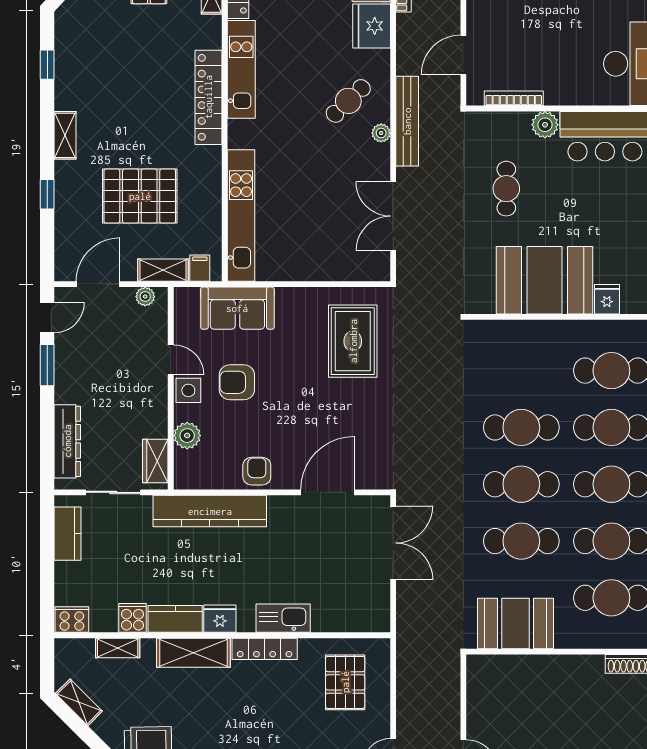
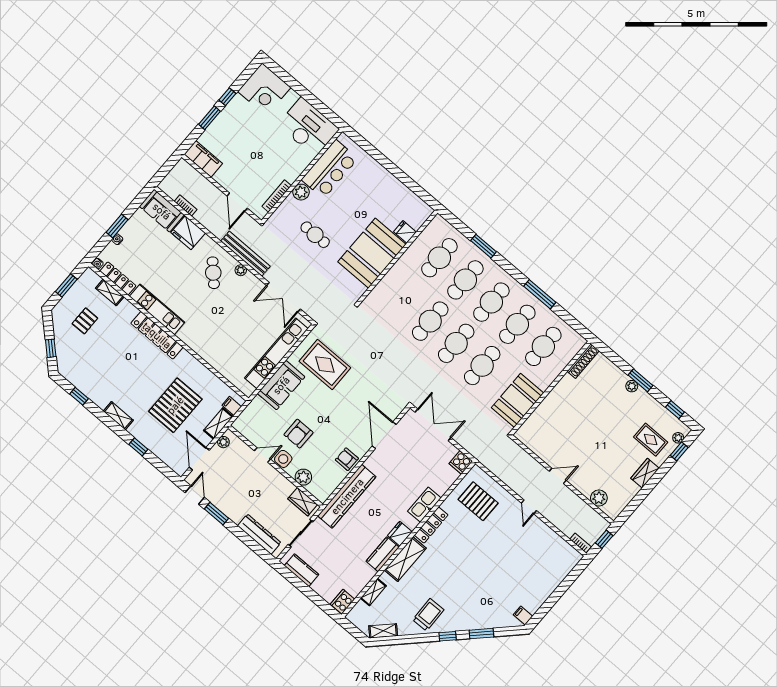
kitchen unit: (241, 215) -> (276, 353), moved, turned -90
sofa: (237, 308) -> (281, 385), moved
cooker: (133, 618) -> (461, 462), moved, turned -90

